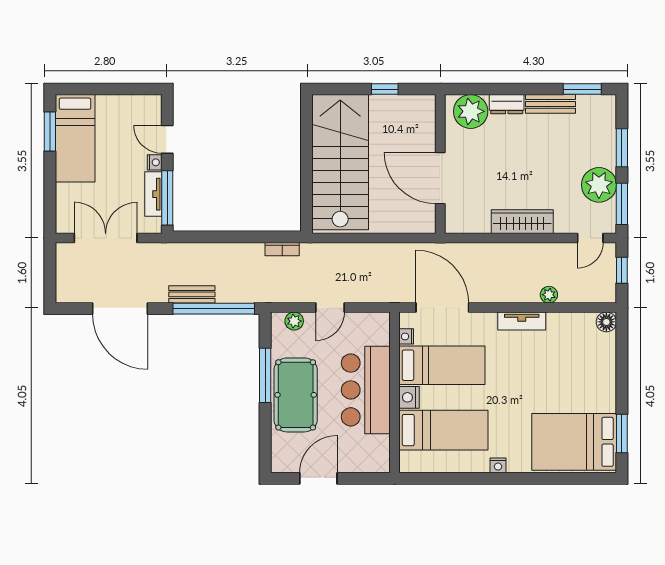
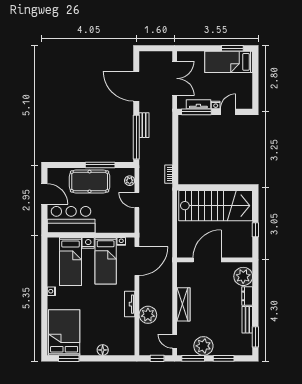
plant: (549, 295) -> (148, 315), width x1.87, depth x1.87
door: (120, 309) -> (136, 86), hinge flipped
floor lamp: (606, 322) -> (103, 350), moved
bar counter: (366, 390) -> (71, 220), moved

